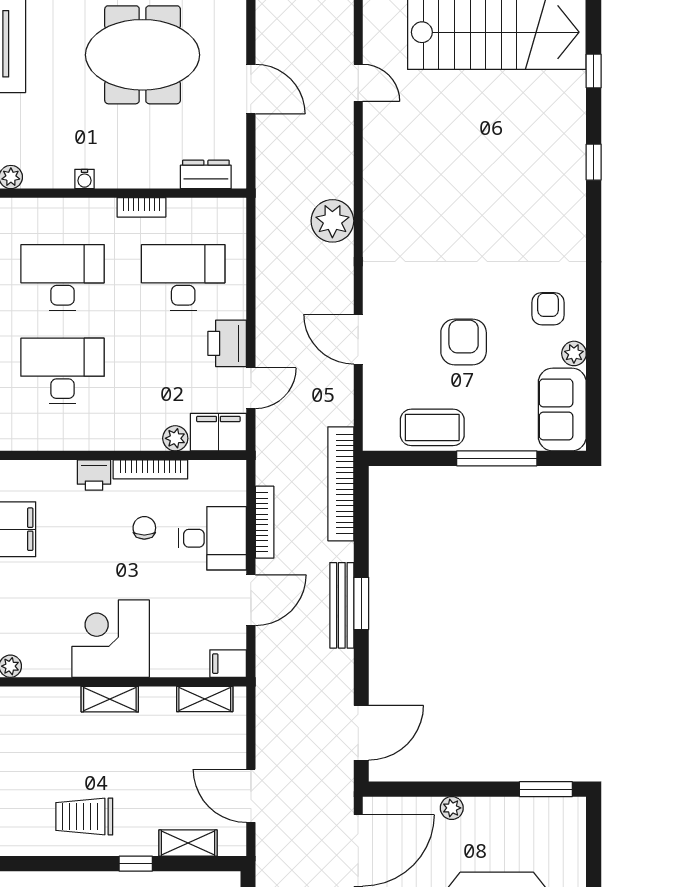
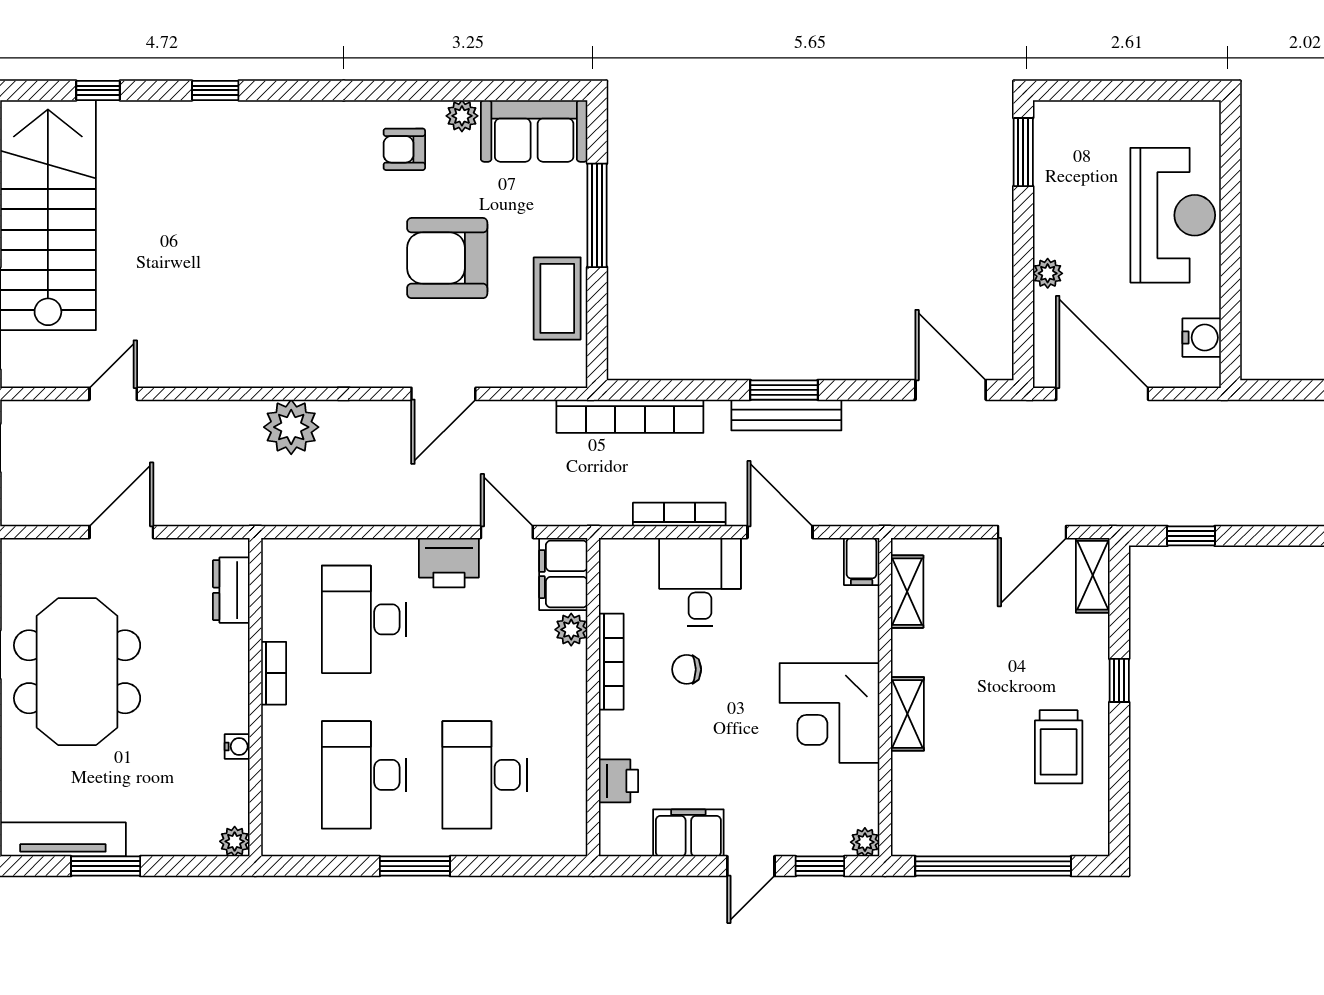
armchair: (464, 342) -> (447, 258), width x1.36, depth x1.36
printer: (94, 475) -> (619, 781), moved
shelving: (188, 843) -> (1093, 575), moved

